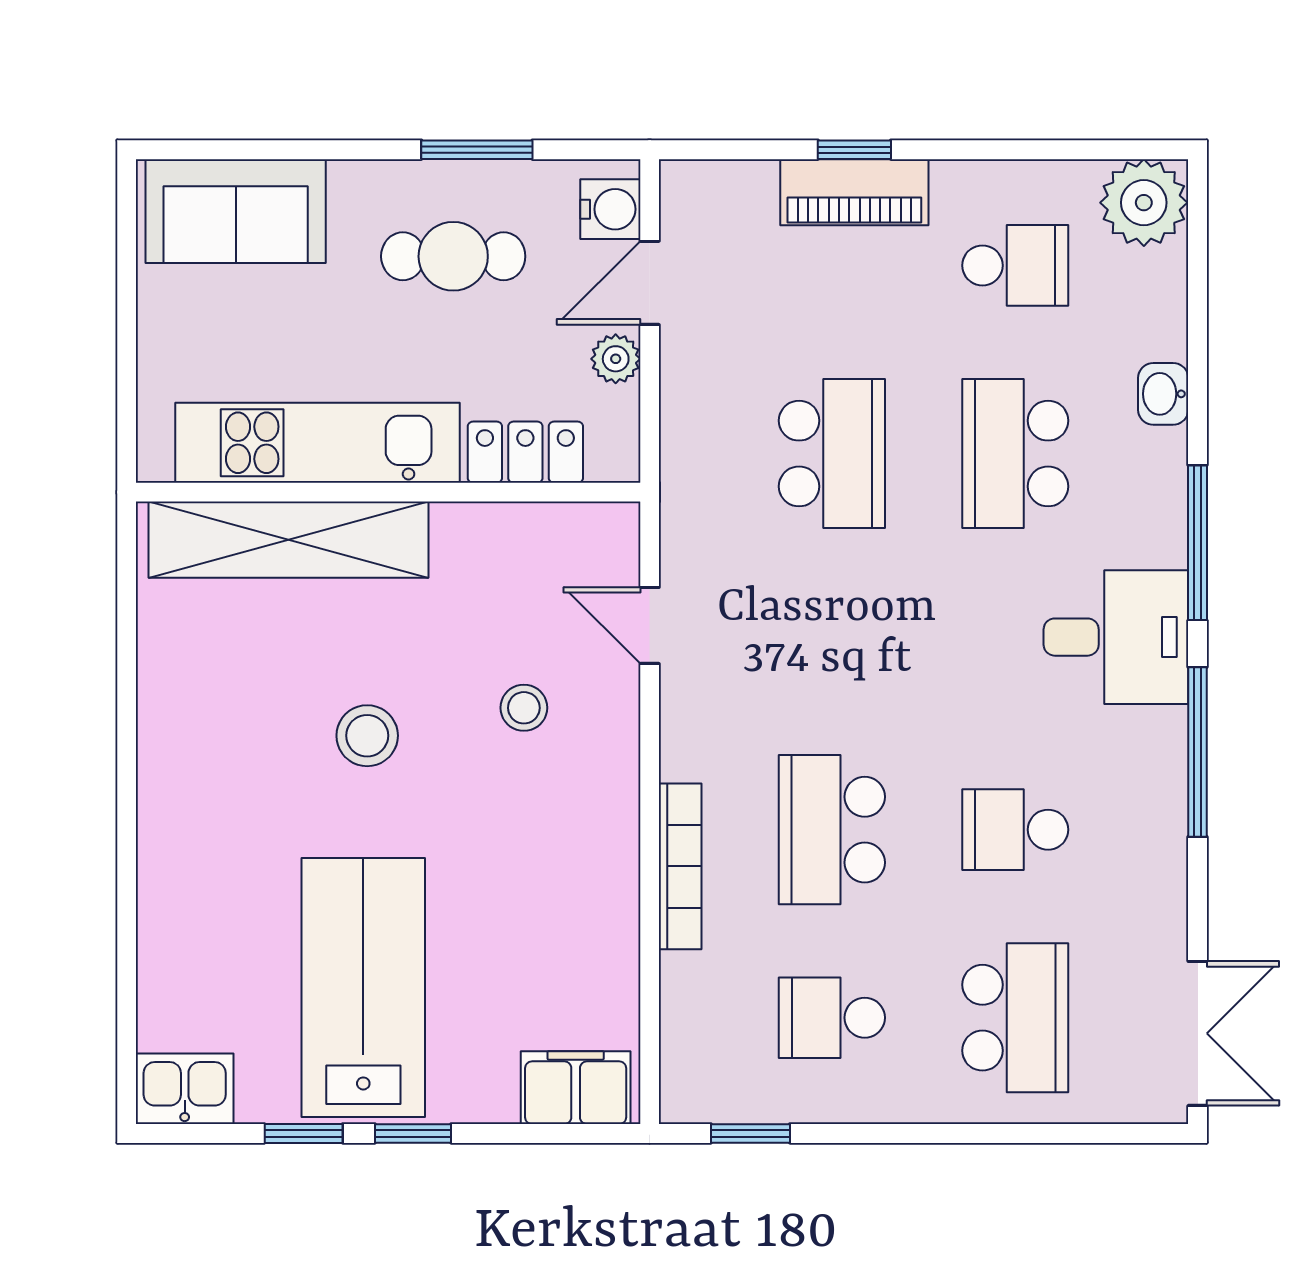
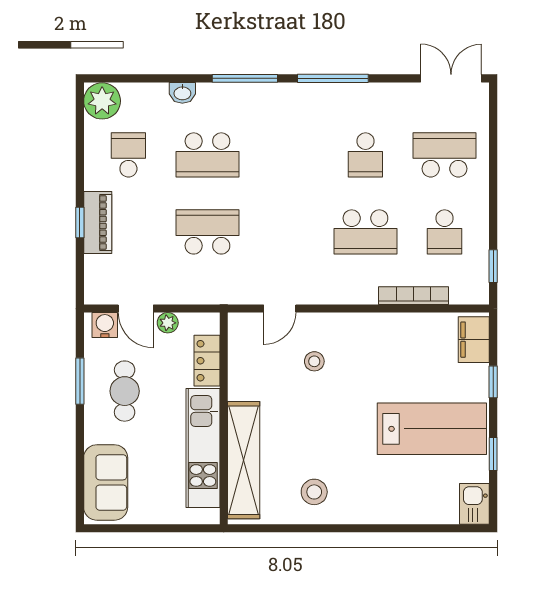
desk: (1116, 637) -> (285, 113), removed
stool: (367, 736) -> (314, 492), moved
bookcase: (680, 866) -> (413, 296), moved
lab bench: (363, 988) -> (432, 429), turned 180
window: (413, 1133) -> (493, 382), moved

